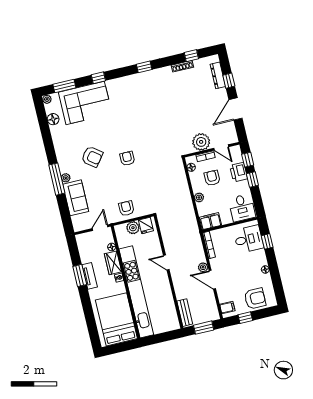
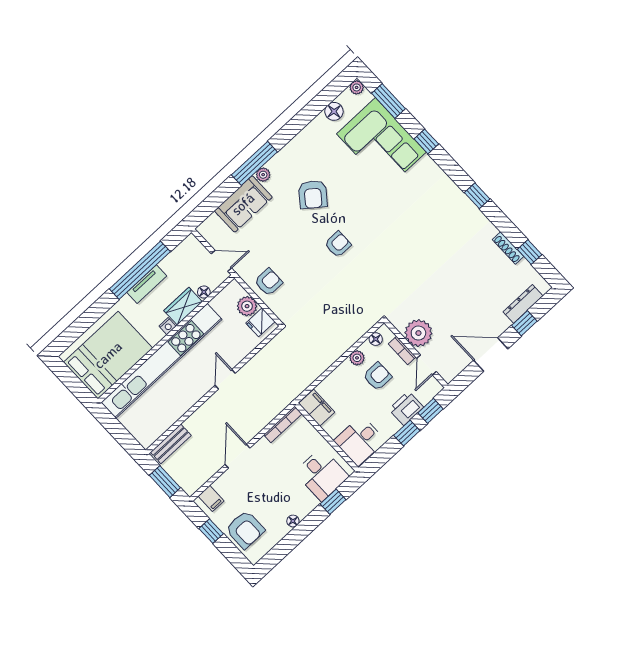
plant: (199, 197) -> (357, 358), moved
plant: (203, 267) -> (247, 434), removed
window: (80, 275) -> (140, 270), width x2.11

